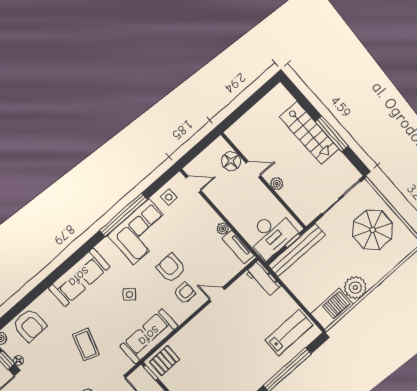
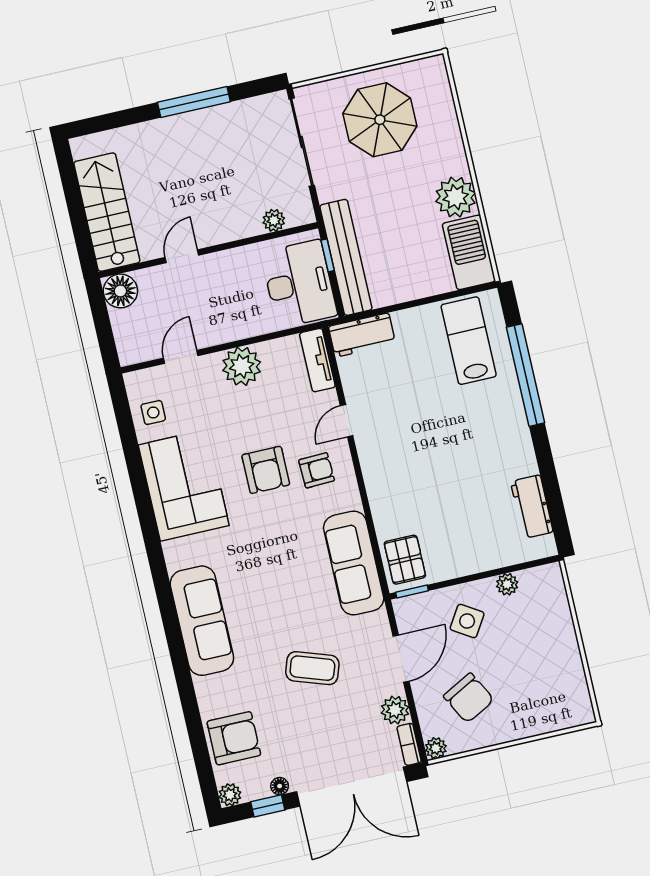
stairs: (309, 133) -> (107, 212), moved, turned -90
floor lamp: (231, 161) -> (120, 291), moved
door: (194, 184) -> (181, 357), moved
plant: (277, 184) -> (274, 220), moved
window: (123, 215) -> (142, 499), removed
plant: (223, 229) -> (242, 366), width x1.87, depth x1.87
tv unit: (238, 247) -> (317, 360), moved, turned 90
armchair: (171, 268) -> (266, 470), turned -90
armchair: (185, 293) -> (317, 470), turned 88
side table: (129, 295) -> (272, 557), removed

